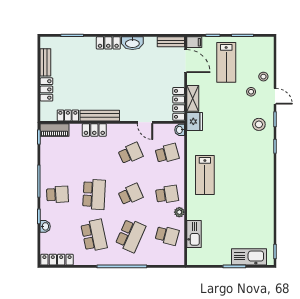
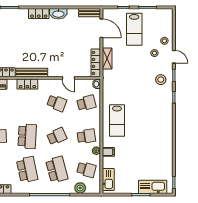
filing cabinet: (194, 42) -> (108, 152), moved
fridge: (195, 121) -> (109, 77), removed
school desk: (131, 153) -> (57, 103), turned 45
kitchen sink: (194, 234) -> (108, 179), moved
school desk: (131, 235) -> (57, 170), turned -39
plant: (159, 258) -> (80, 188), added

